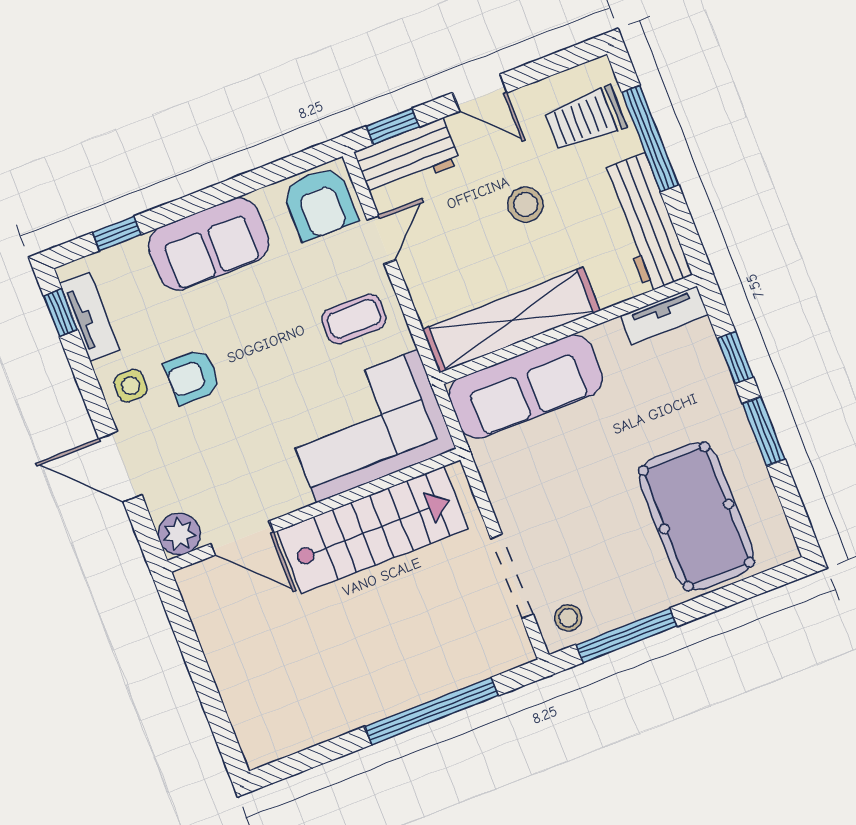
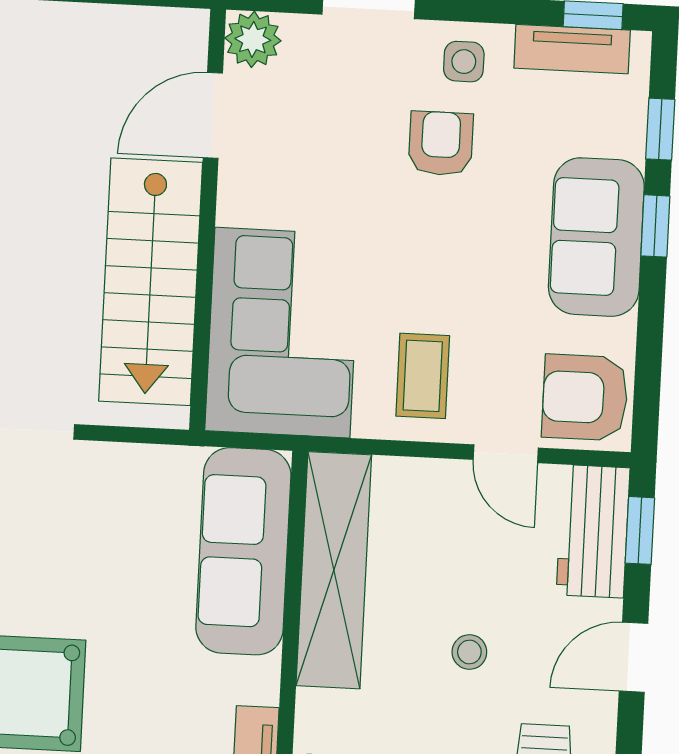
stool: (525, 204) -> (469, 652), width x0.73, depth x0.73
window: (183, 208) -> (655, 226), added

